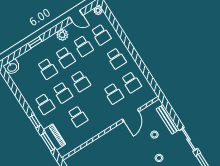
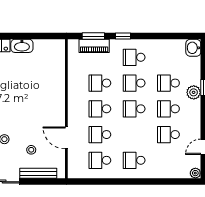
plant: (62, 35) -> (194, 92), moved
school desk: (101, 35) -> (100, 109), moved

